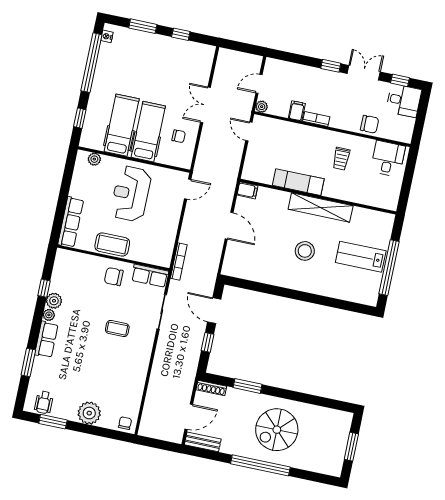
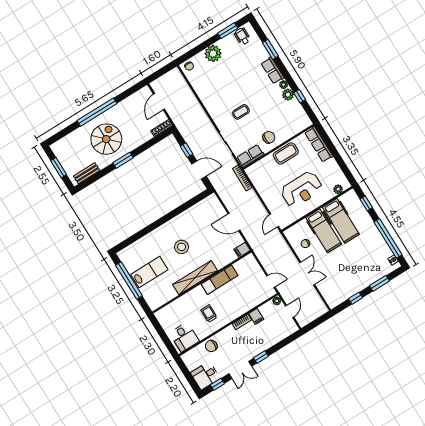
reception desk: (131, 194) -> (301, 189), turned 90
window: (248, 386) -> (123, 160), moved
bench: (203, 442) -> (87, 173), moved

